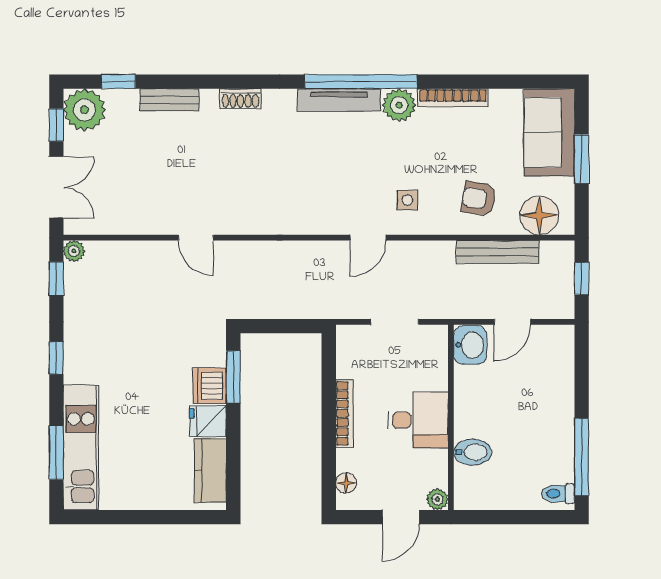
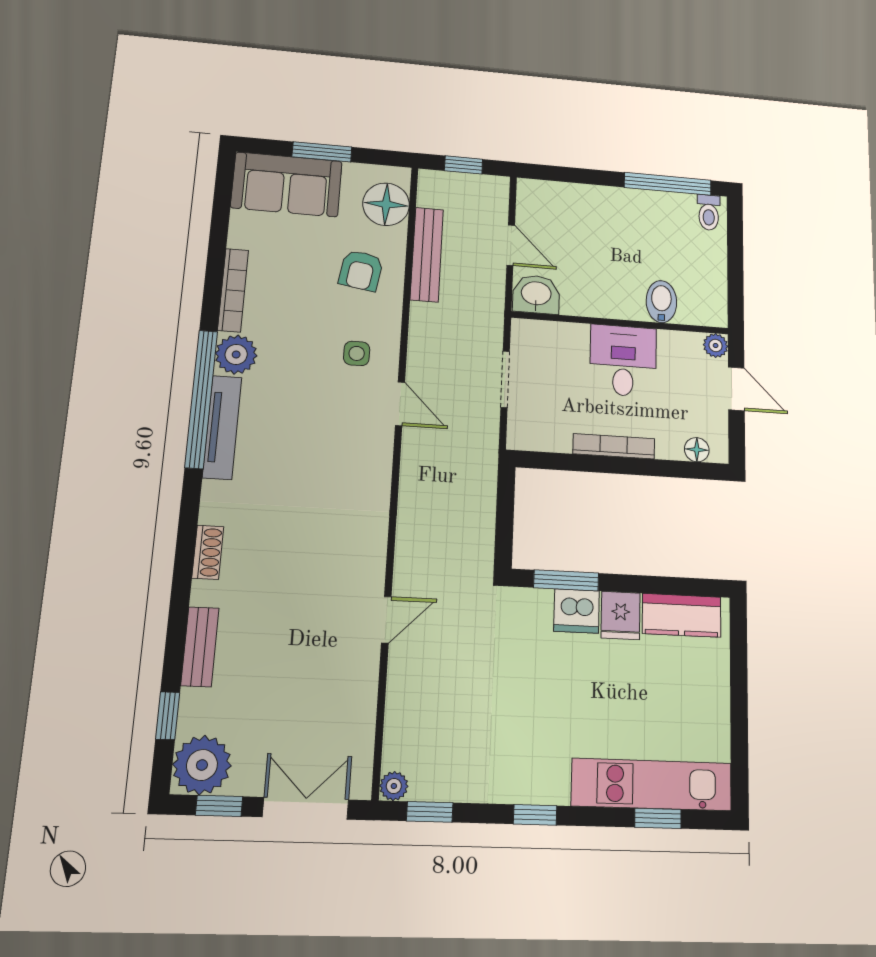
window: (56, 453) -> (658, 818), width x0.67

